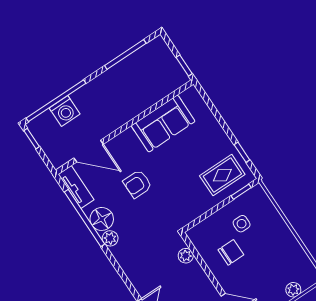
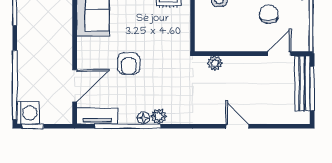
washing machine: (65, 111) -> (28, 113), moved
floor lamp: (102, 219) -> (143, 118), width x0.53, depth x0.53
chair: (231, 252) -> (269, 14), moved

